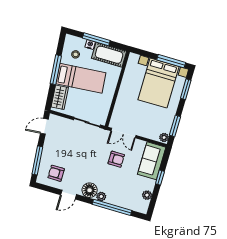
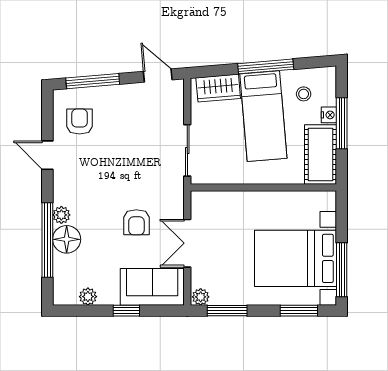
double door: (123, 133) -> (187, 243), moved
floor lamp: (90, 190) -> (67, 239), moved

